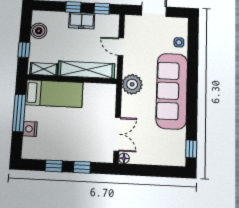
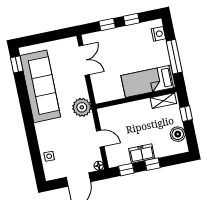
shelving: (86, 70) -> (126, 110), removed
sofa: (172, 91) -> (40, 86), moved
nightstand: (30, 129) -> (158, 34), moved
double door: (117, 134) -> (84, 60), swing flipped
floor lamp: (124, 158) -> (99, 166), moved

